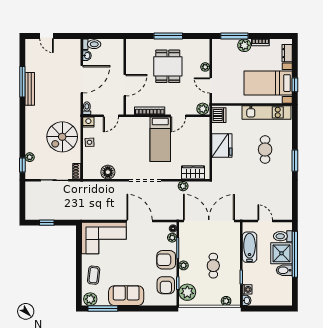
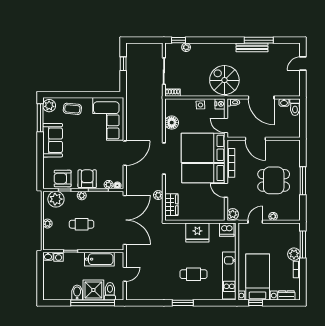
spiral stairs: (62, 137) -> (224, 80), moved
bed: (134, 139) -> (203, 148), added
plant: (226, 301) -> (47, 224), moved

